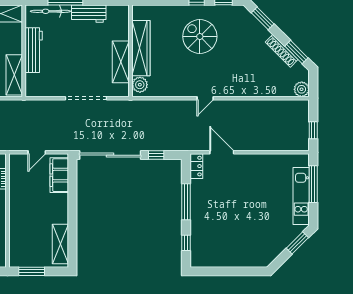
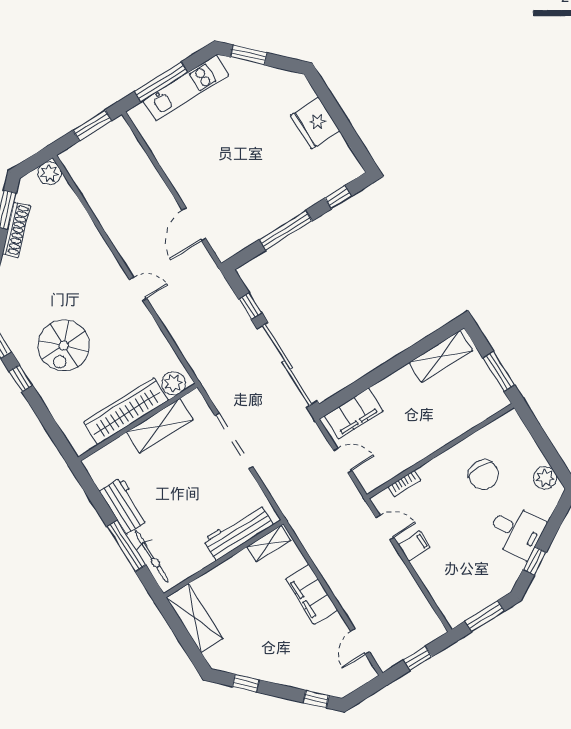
workbench: (34, 50) -> (238, 532), moved
shelving: (14, 75) -> (269, 543), width x0.67, depth x0.75
window: (313, 130) -> (92, 125), width x1.50
locker: (196, 166) -> (232, 246), removed
fridge: (236, 256) -> (315, 123), added

